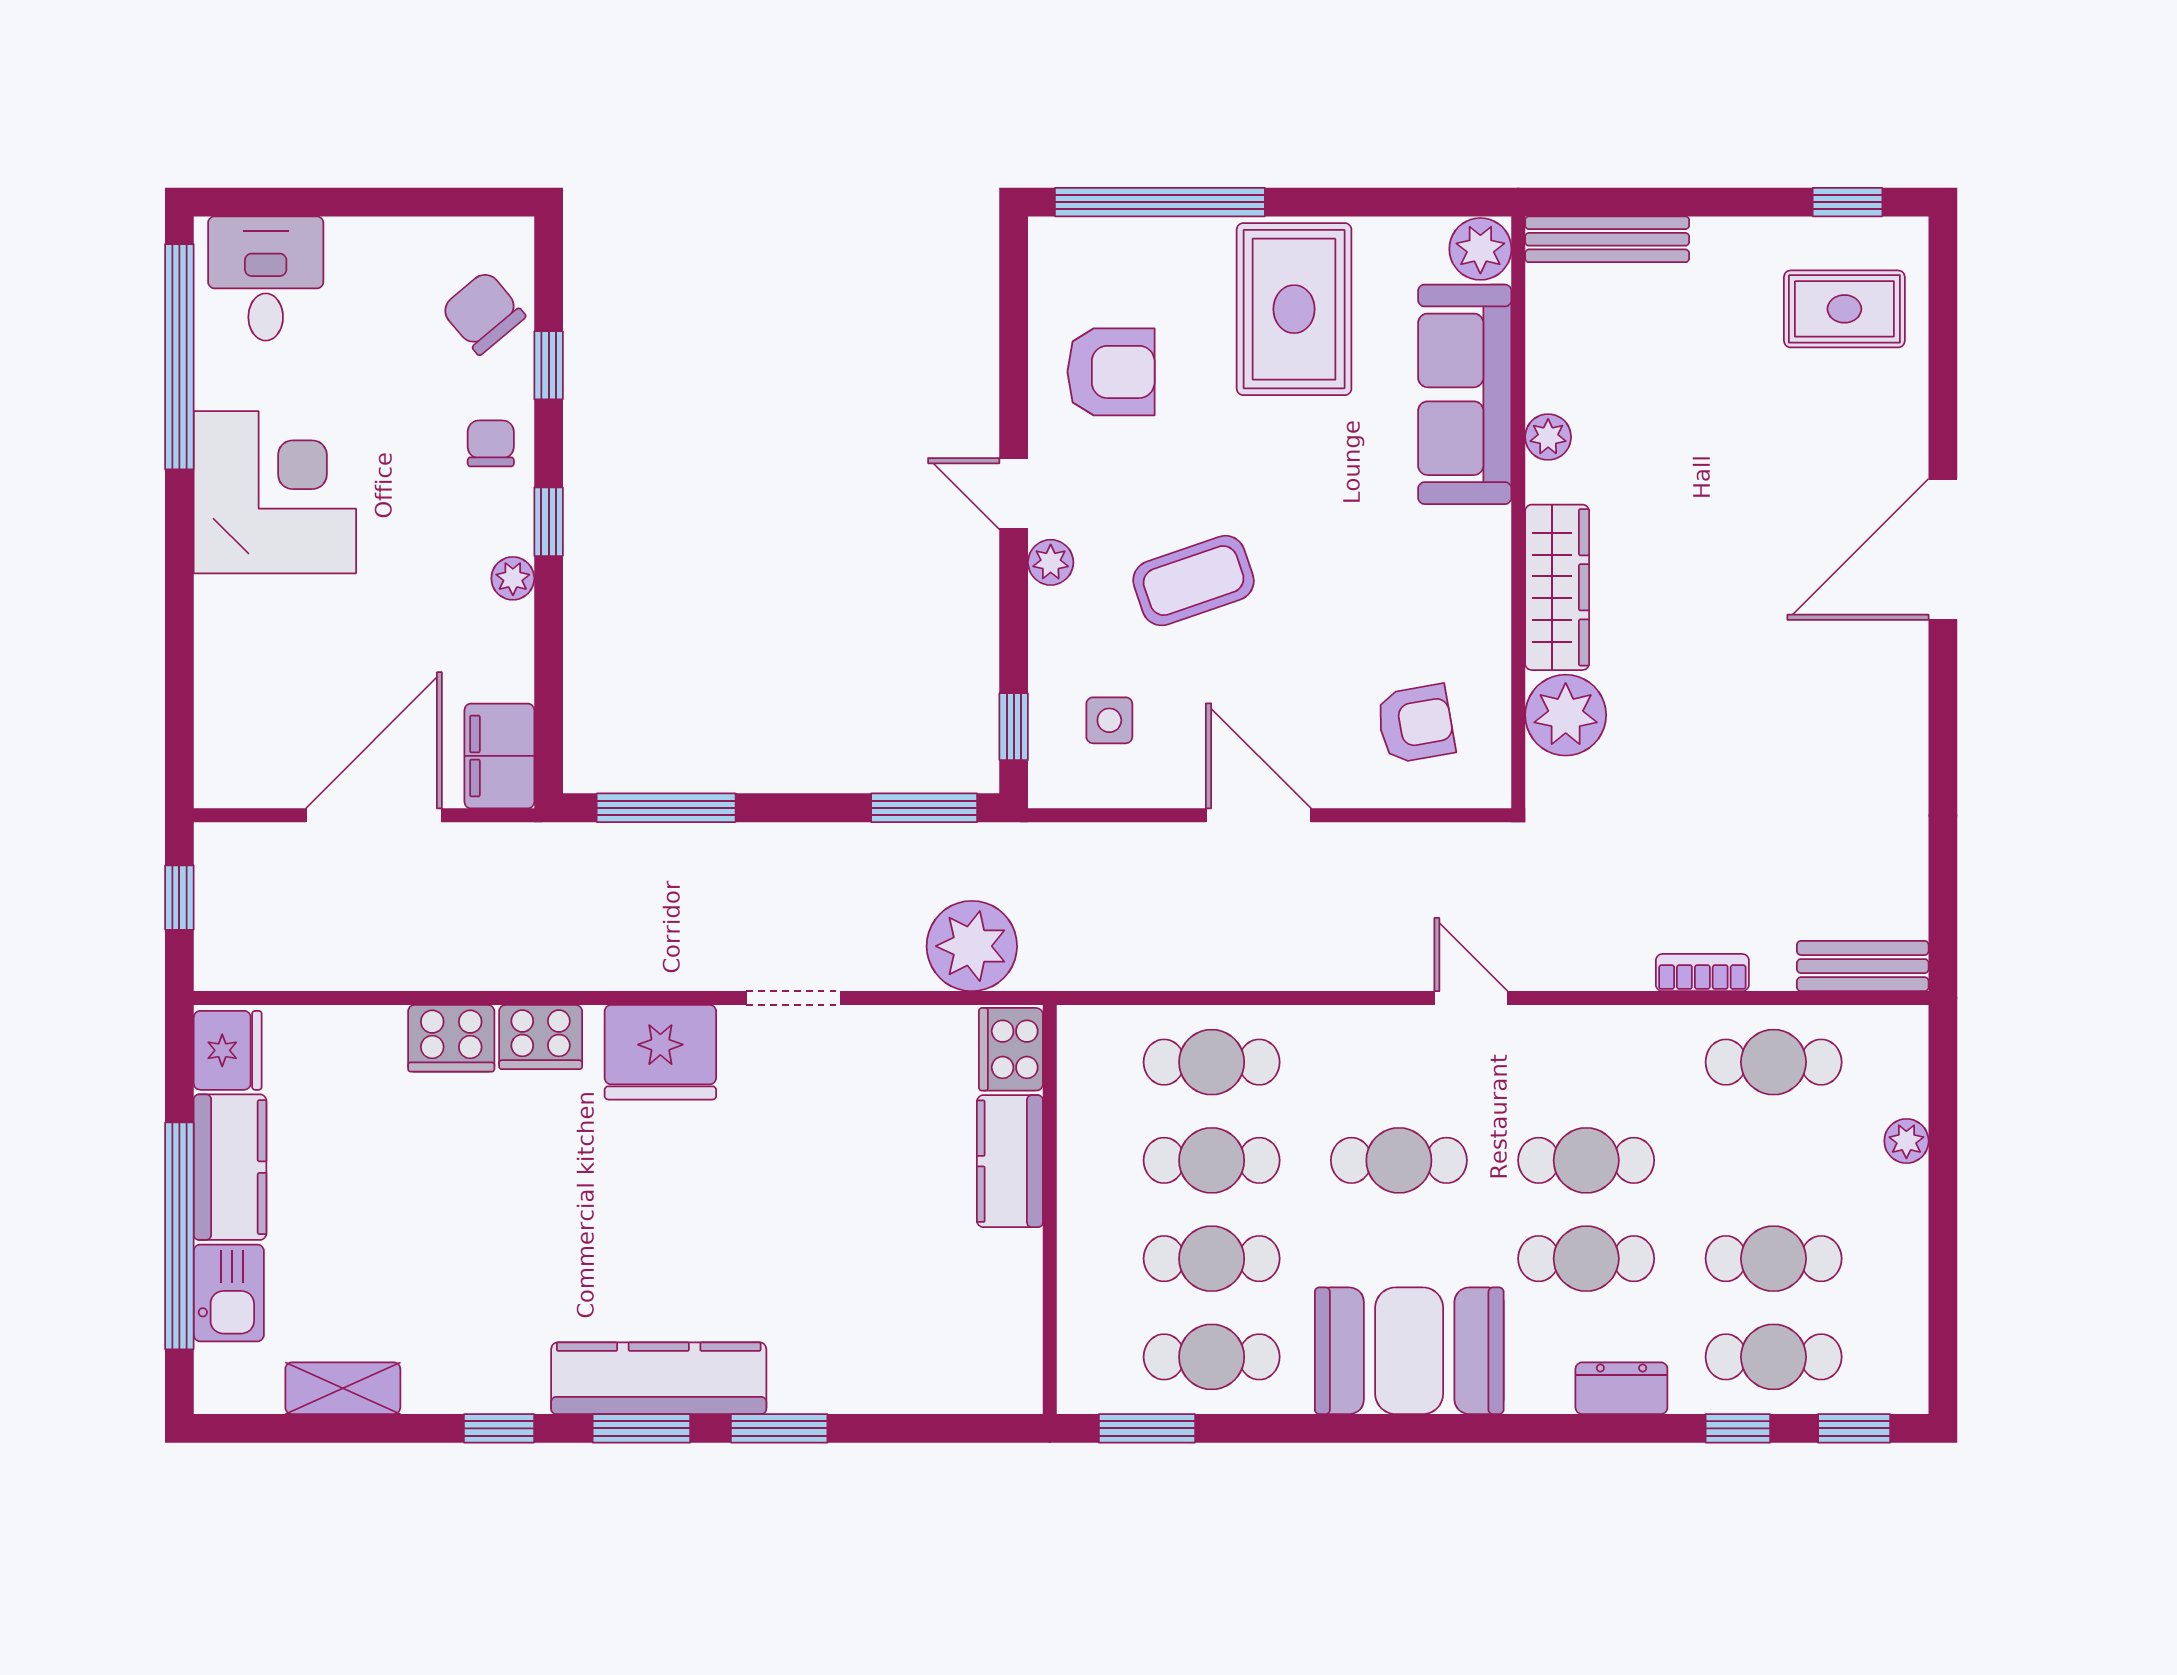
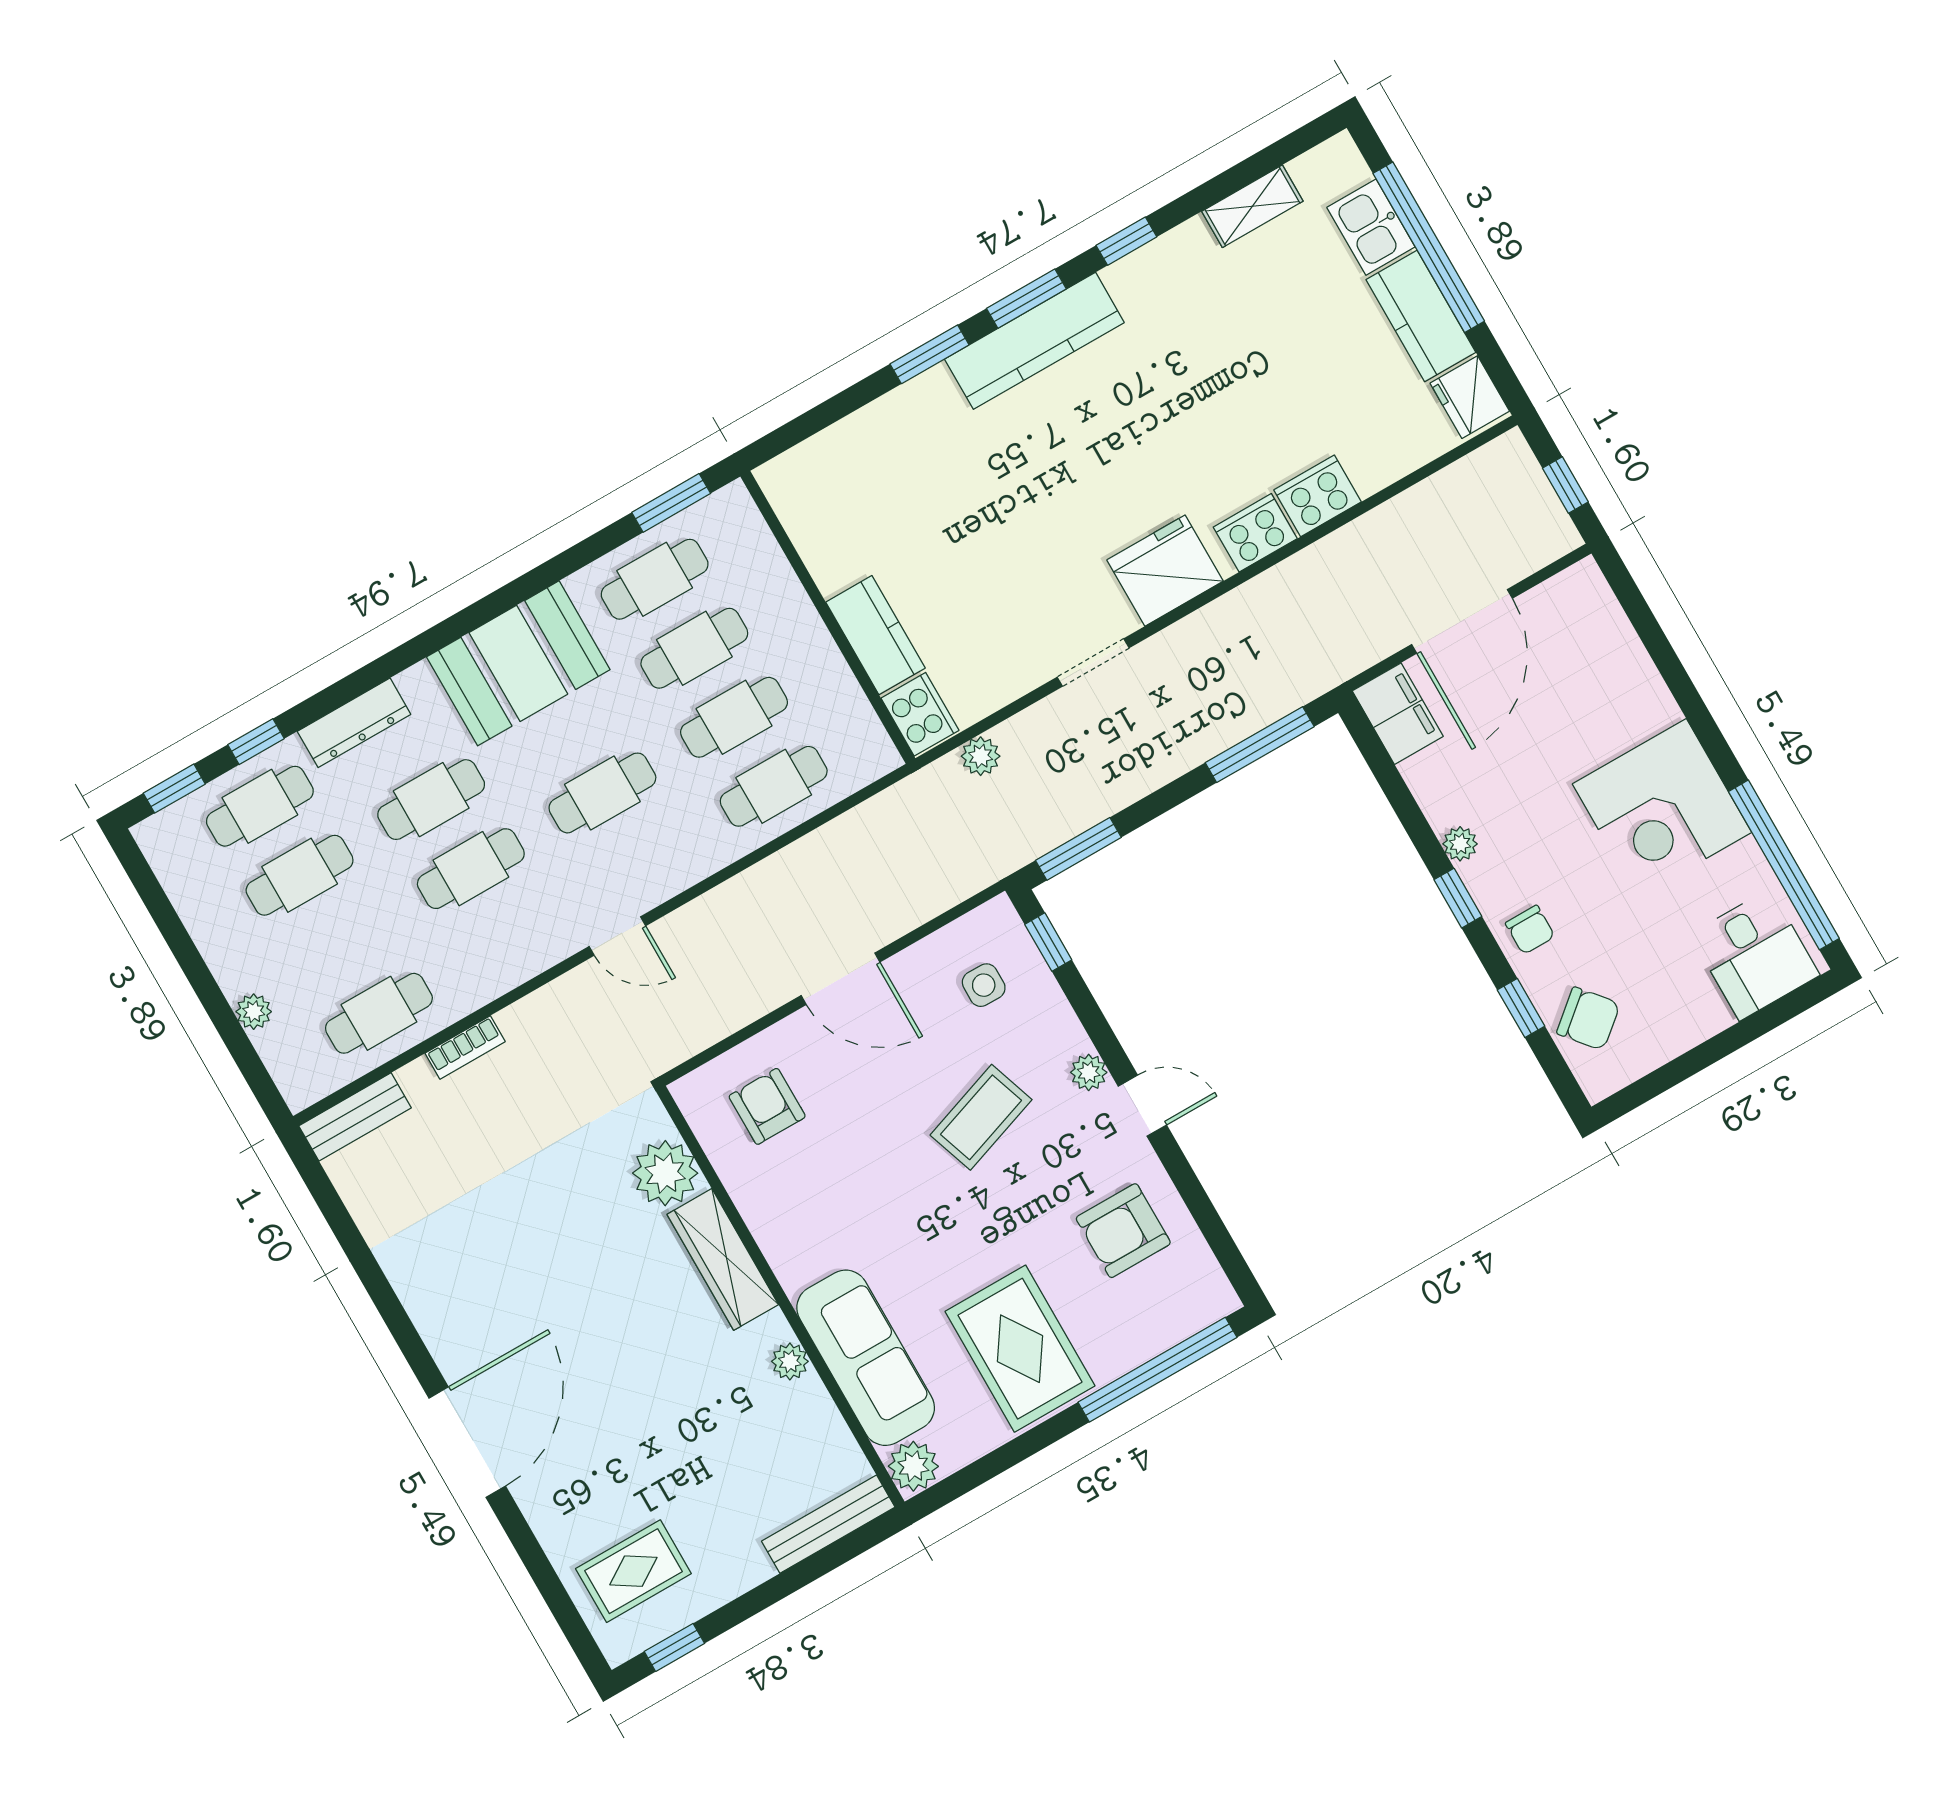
armchair: (1416, 724) -> (767, 1106), turned 100
plant: (972, 946) -> (981, 756), width x0.53, depth x0.53
dresser: (1621, 1388) -> (354, 723), width x1.44

